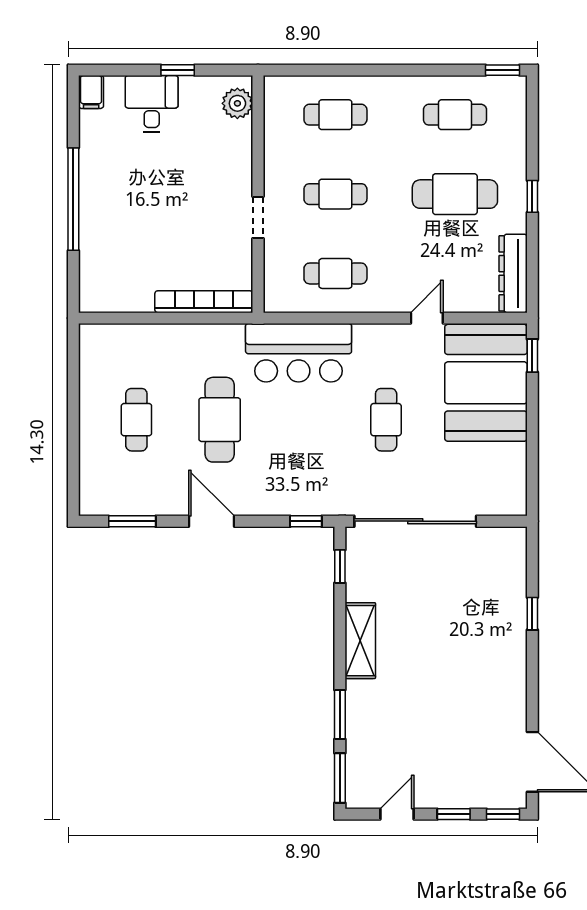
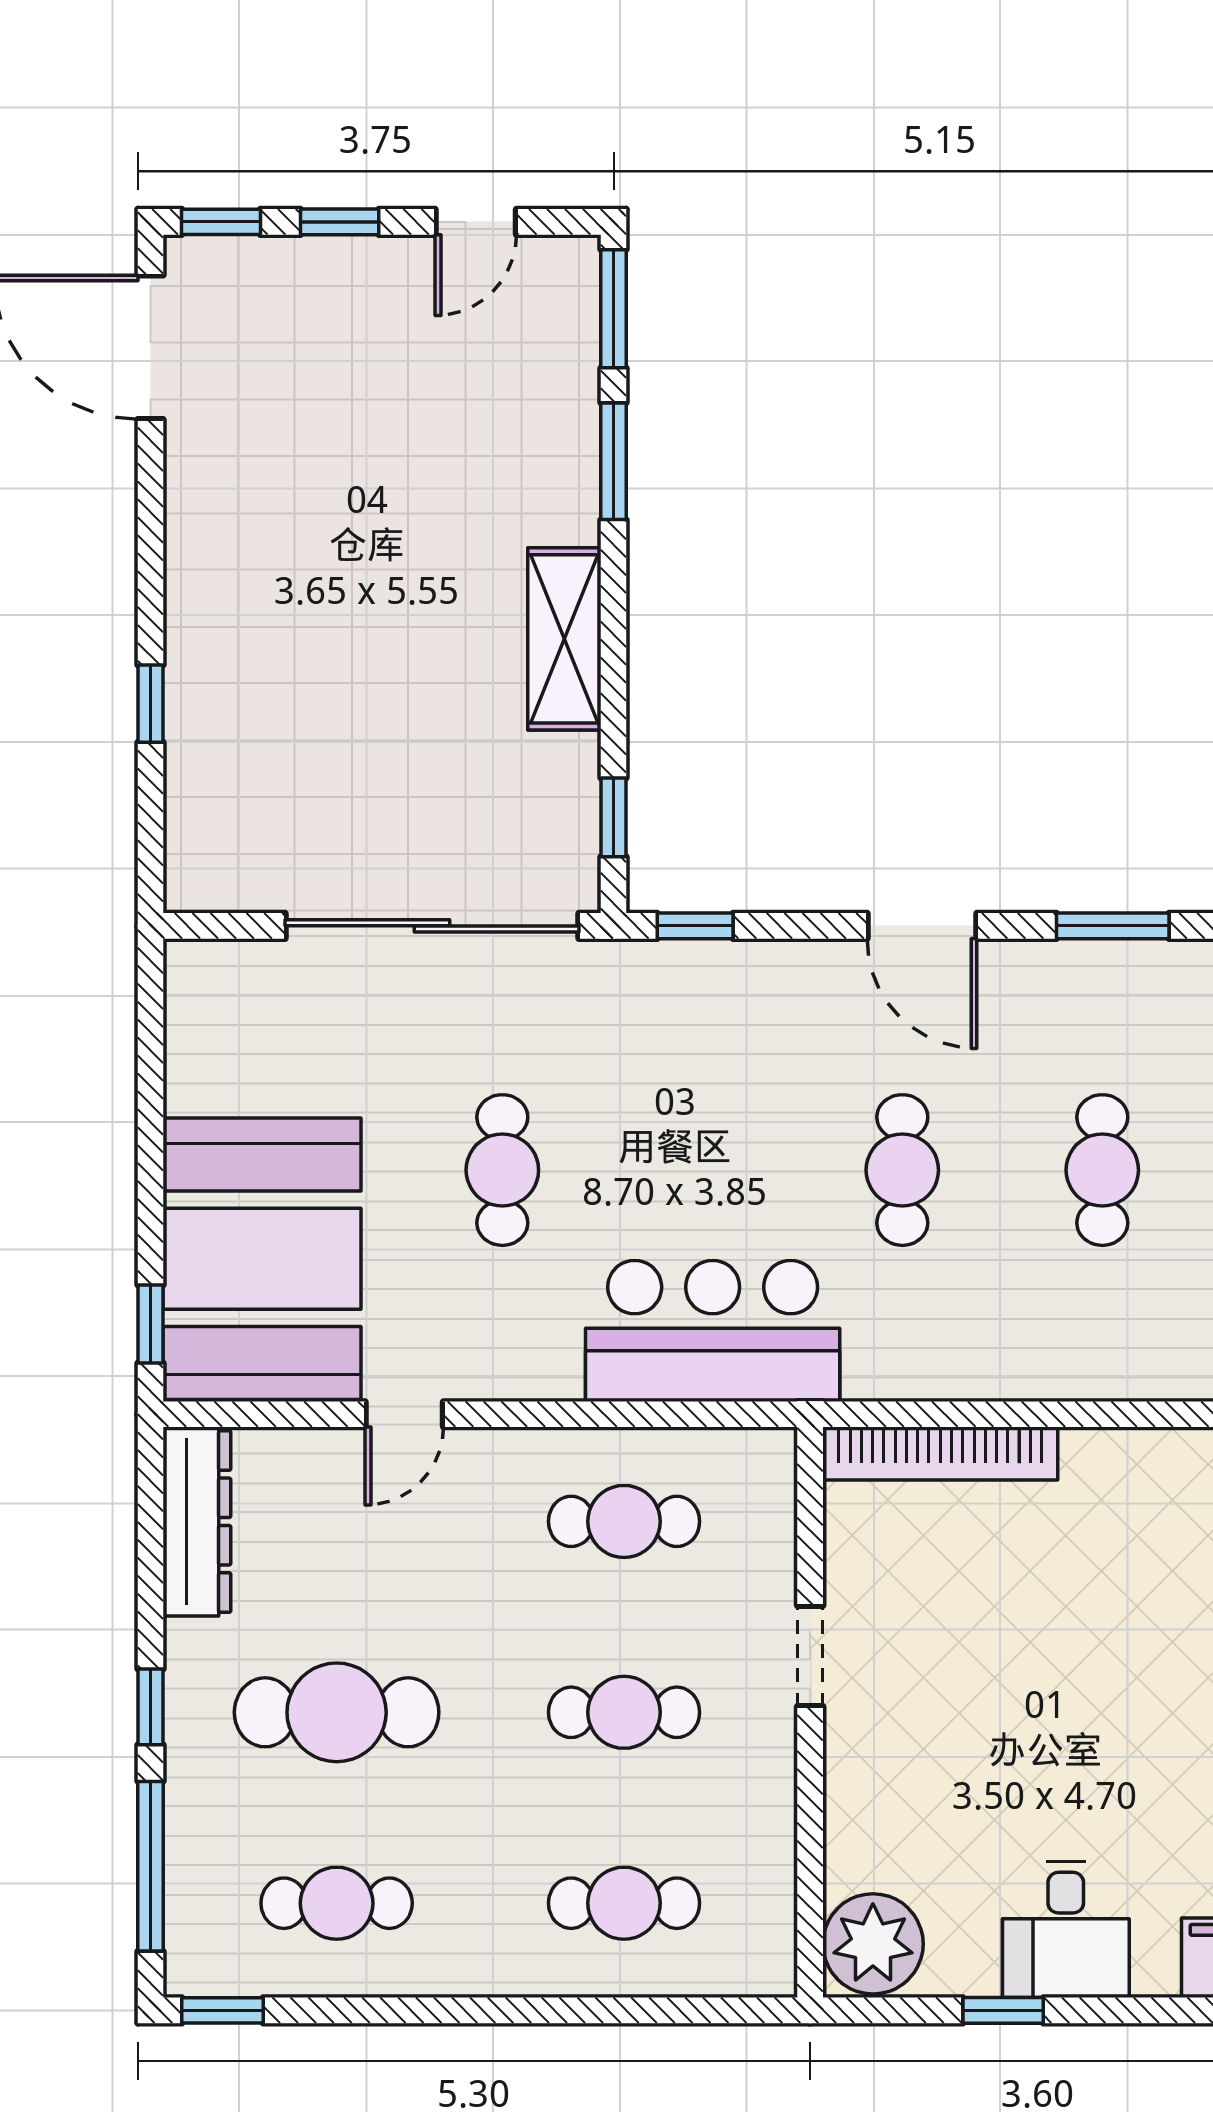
plant: (237, 103) -> (873, 1944), width x1.36, depth x1.36
window: (532, 130) -> (151, 1866), added
cafe table: (220, 420) -> (902, 1170), width x0.73, depth x0.74

